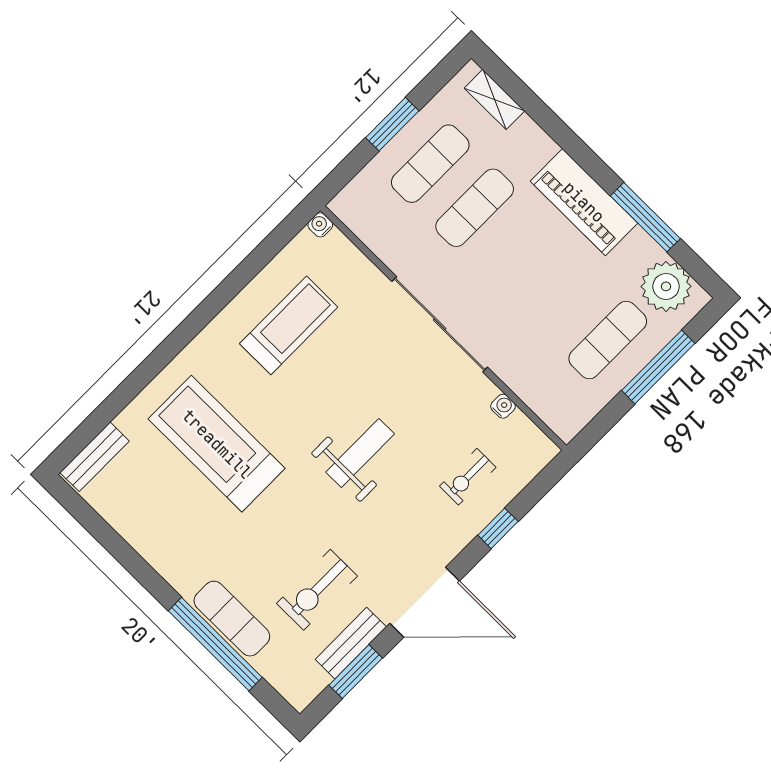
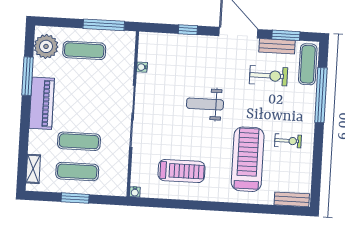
treadmill: (289, 325) -> (182, 171), turned 180
window: (658, 367) -> (104, 25), moved
treadmill: (217, 444) -> (248, 159), turned 180
exercise bike: (468, 477) -> (288, 141), moved
exercise mat: (232, 619) -> (308, 64), moved

